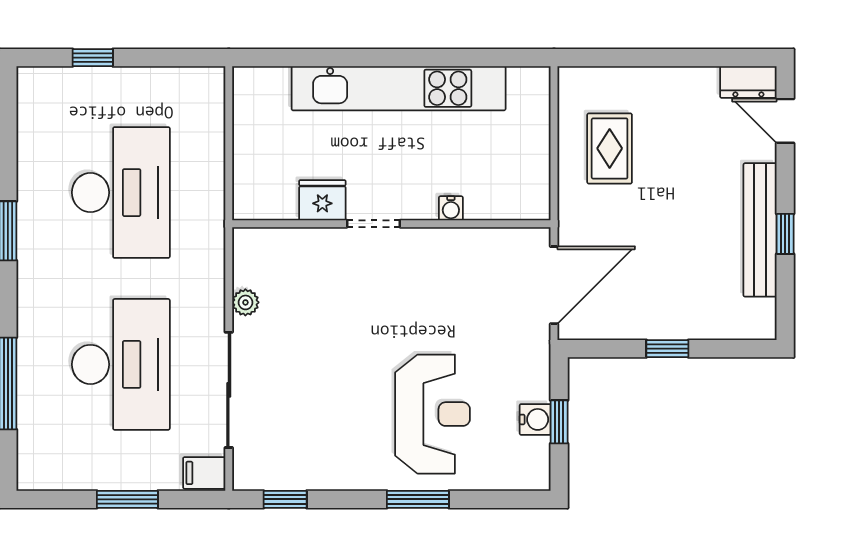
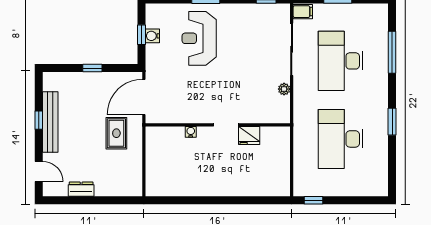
window: (93, 58) -> (313, 200), moved
dresser: (748, 82) -> (81, 189), moved
kitchen unit: (399, 88) -> (214, 186), removed
rug: (610, 148) -> (116, 133), moved

